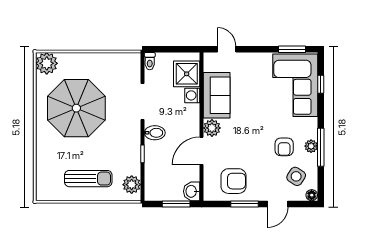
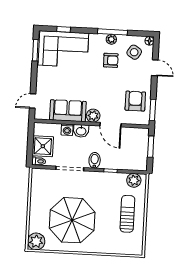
shower: (187, 74) -> (43, 146), moved
washbasin: (192, 191) -> (81, 131), moved
window: (244, 204) -> (153, 110), moved

